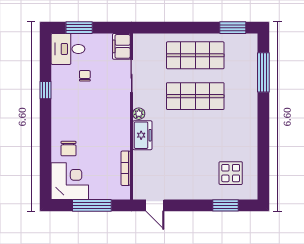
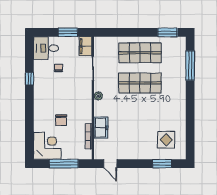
window: (79, 28) -> (68, 32), moved
freezer: (142, 135) -> (101, 128), moved
chair: (69, 149) -> (61, 120), moved

